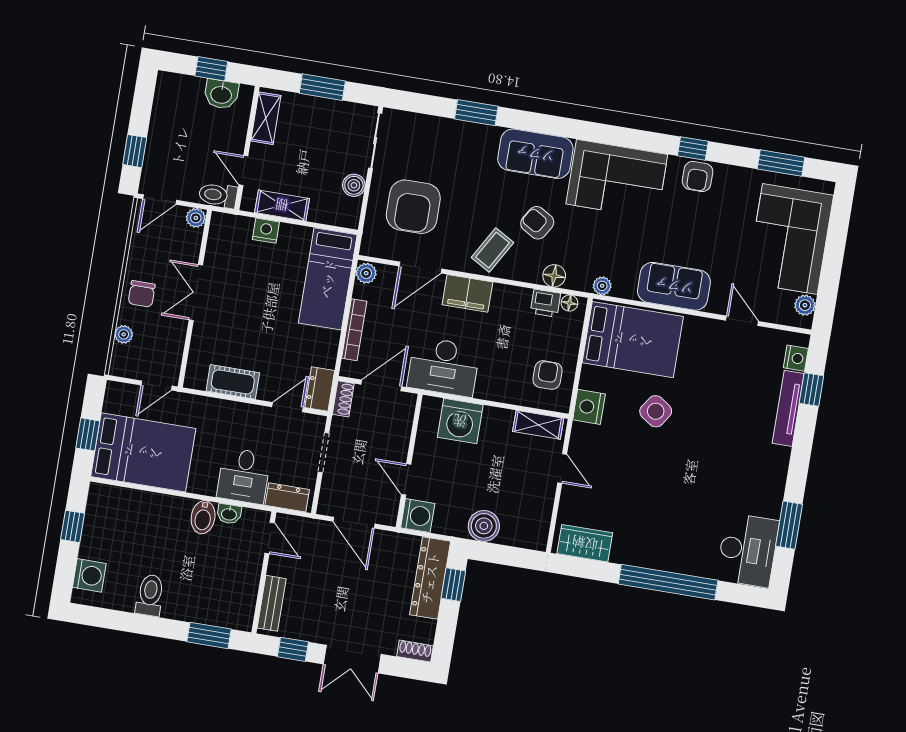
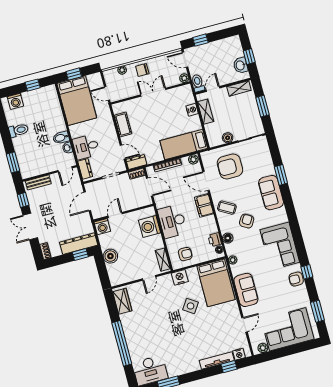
sofa: (535, 154) -> (271, 193), moved
desk: (444, 367) -> (172, 221), moved

